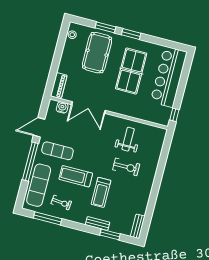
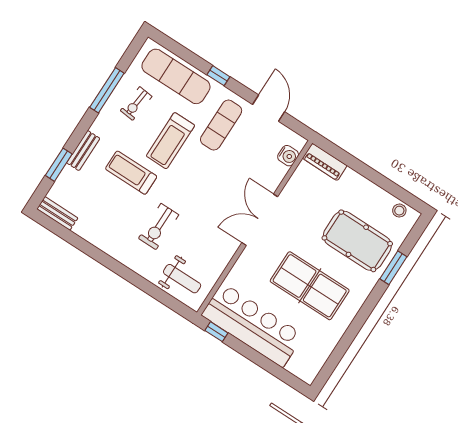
window: (131, 34) -> (369, 305), removed
bar counter: (169, 77) -> (252, 325), moved
double door: (88, 107) -> (260, 220), moved
weight bench: (128, 139) -> (182, 279), moved
window: (30, 162) -> (218, 76), width x0.32
treadmill: (76, 176) -> (170, 141), turned 180
window: (48, 218) -> (107, 90), moved

